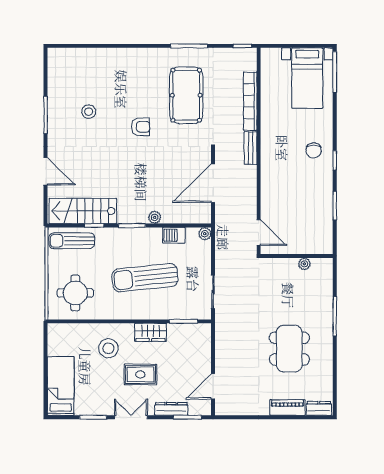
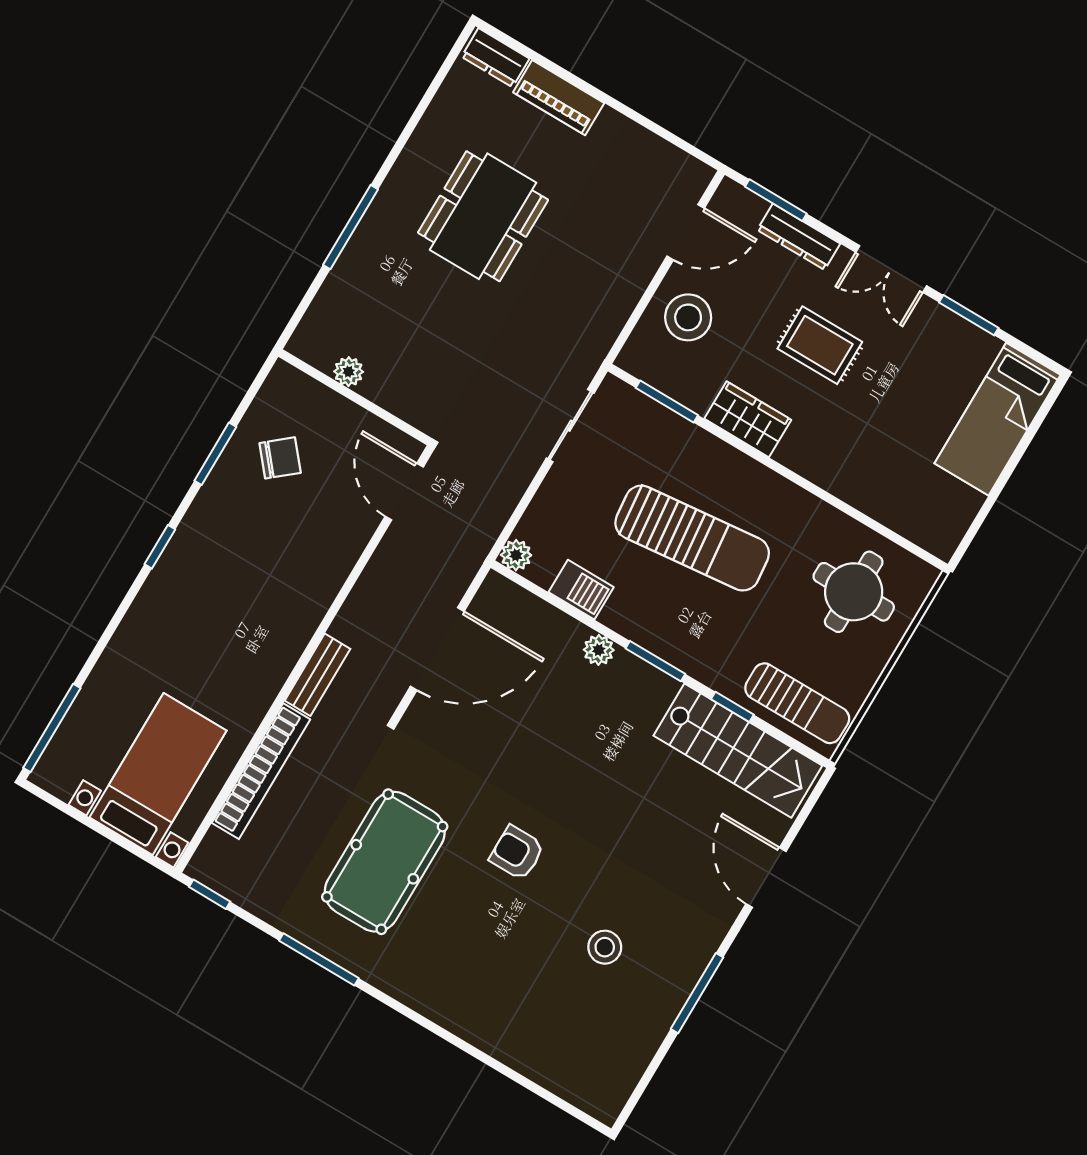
bed with nightstands: (307, 78) -> (158, 774), moved
chair: (314, 150) -> (280, 458), moved, turned 50
stool: (108, 348) -> (688, 317), moved

